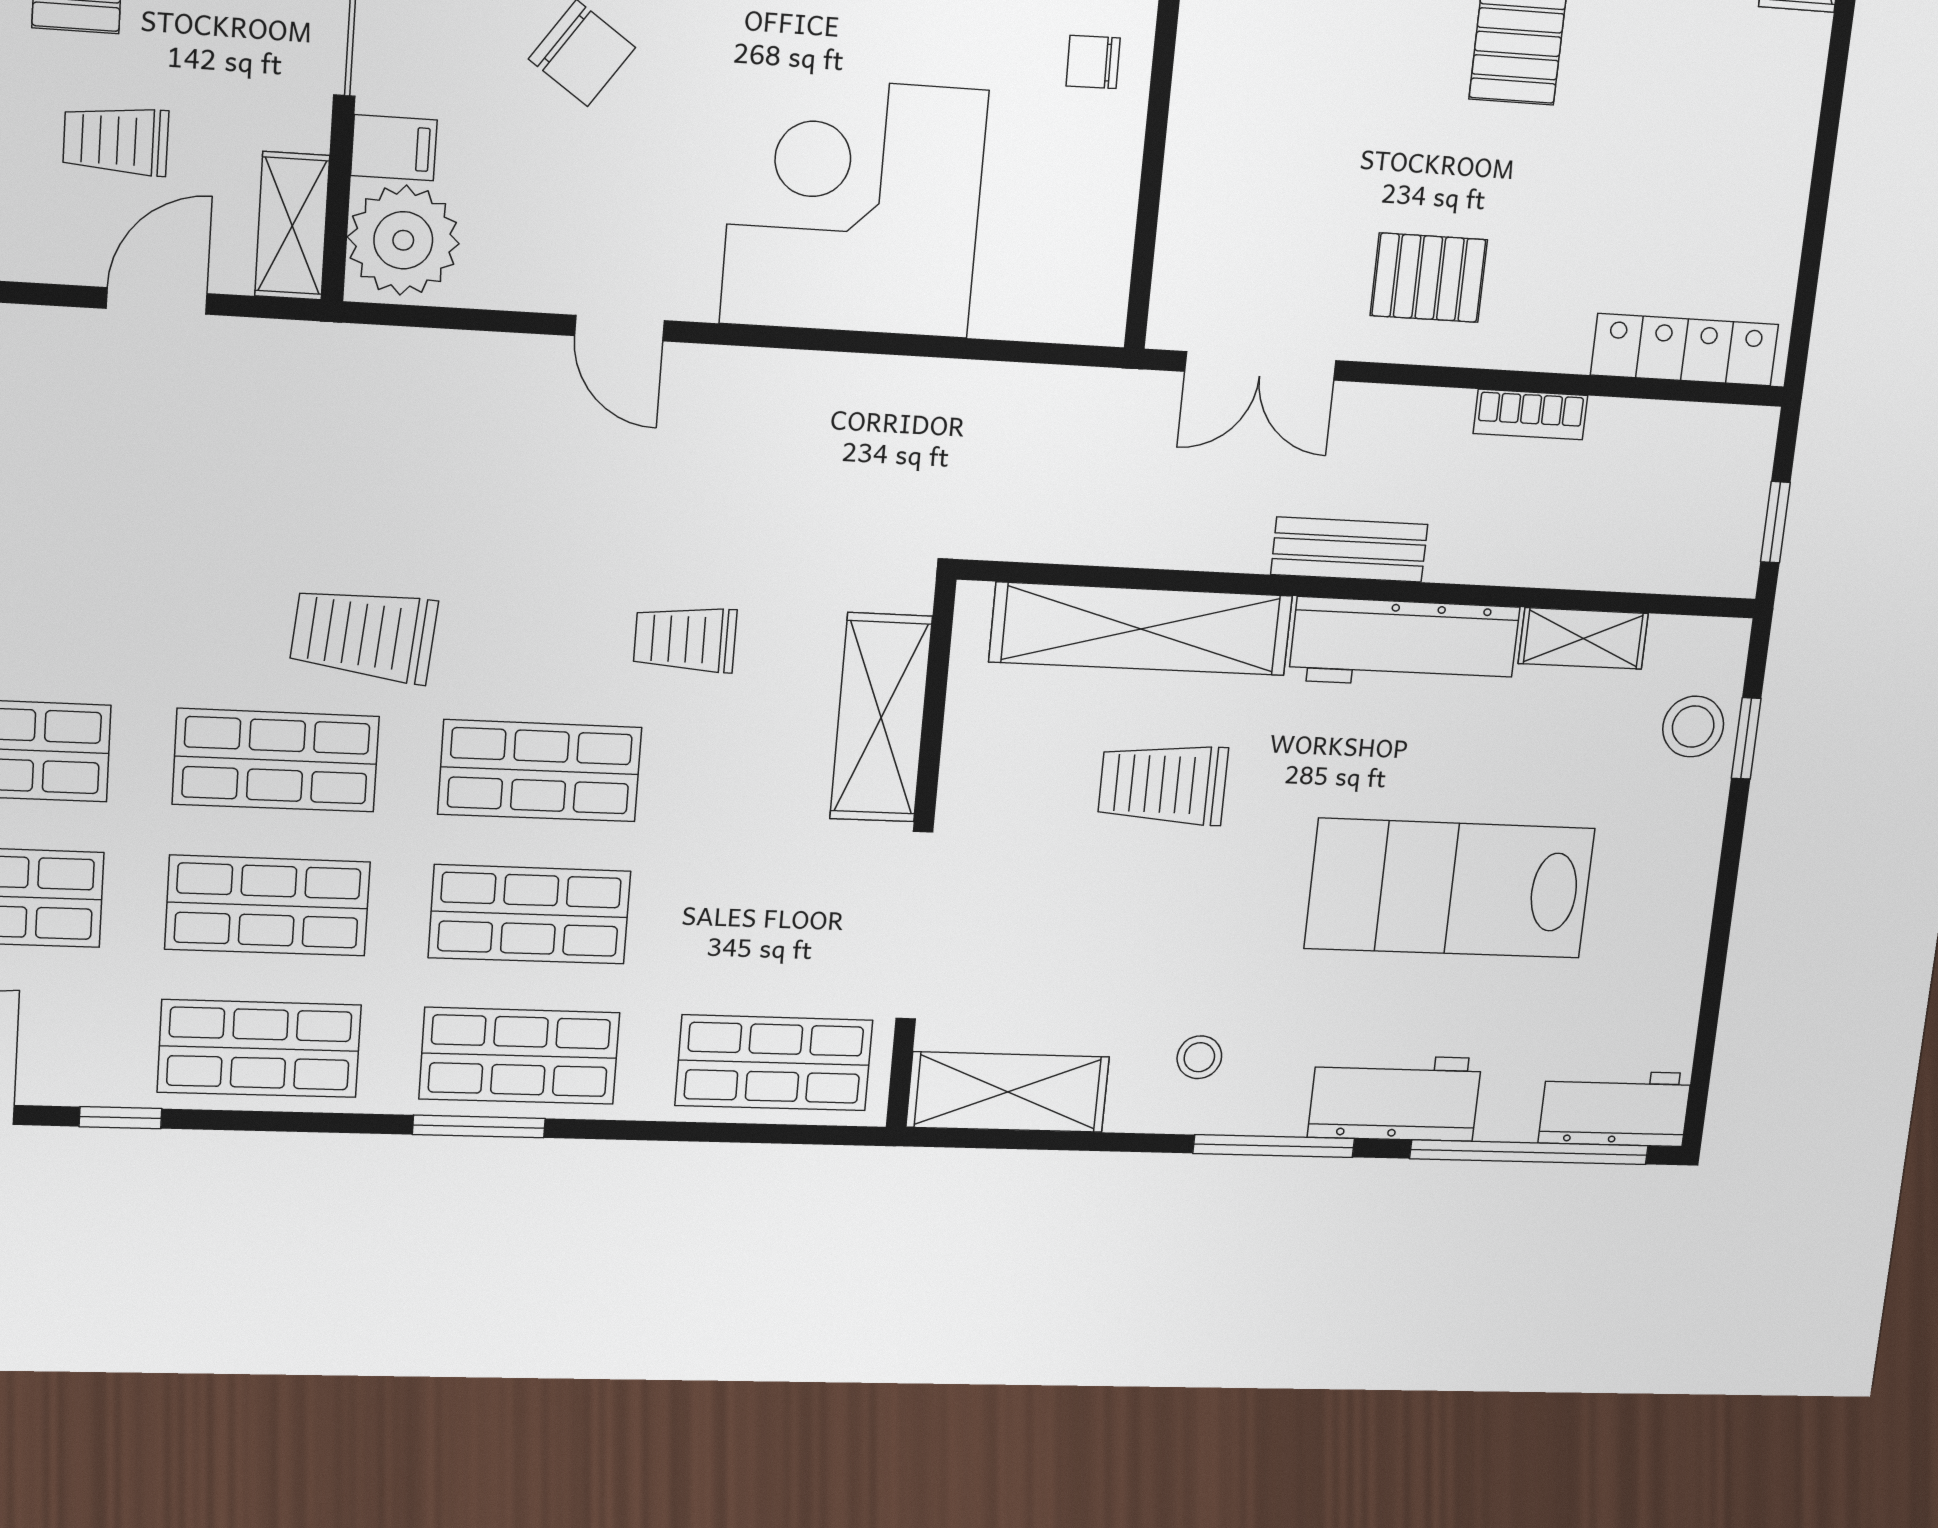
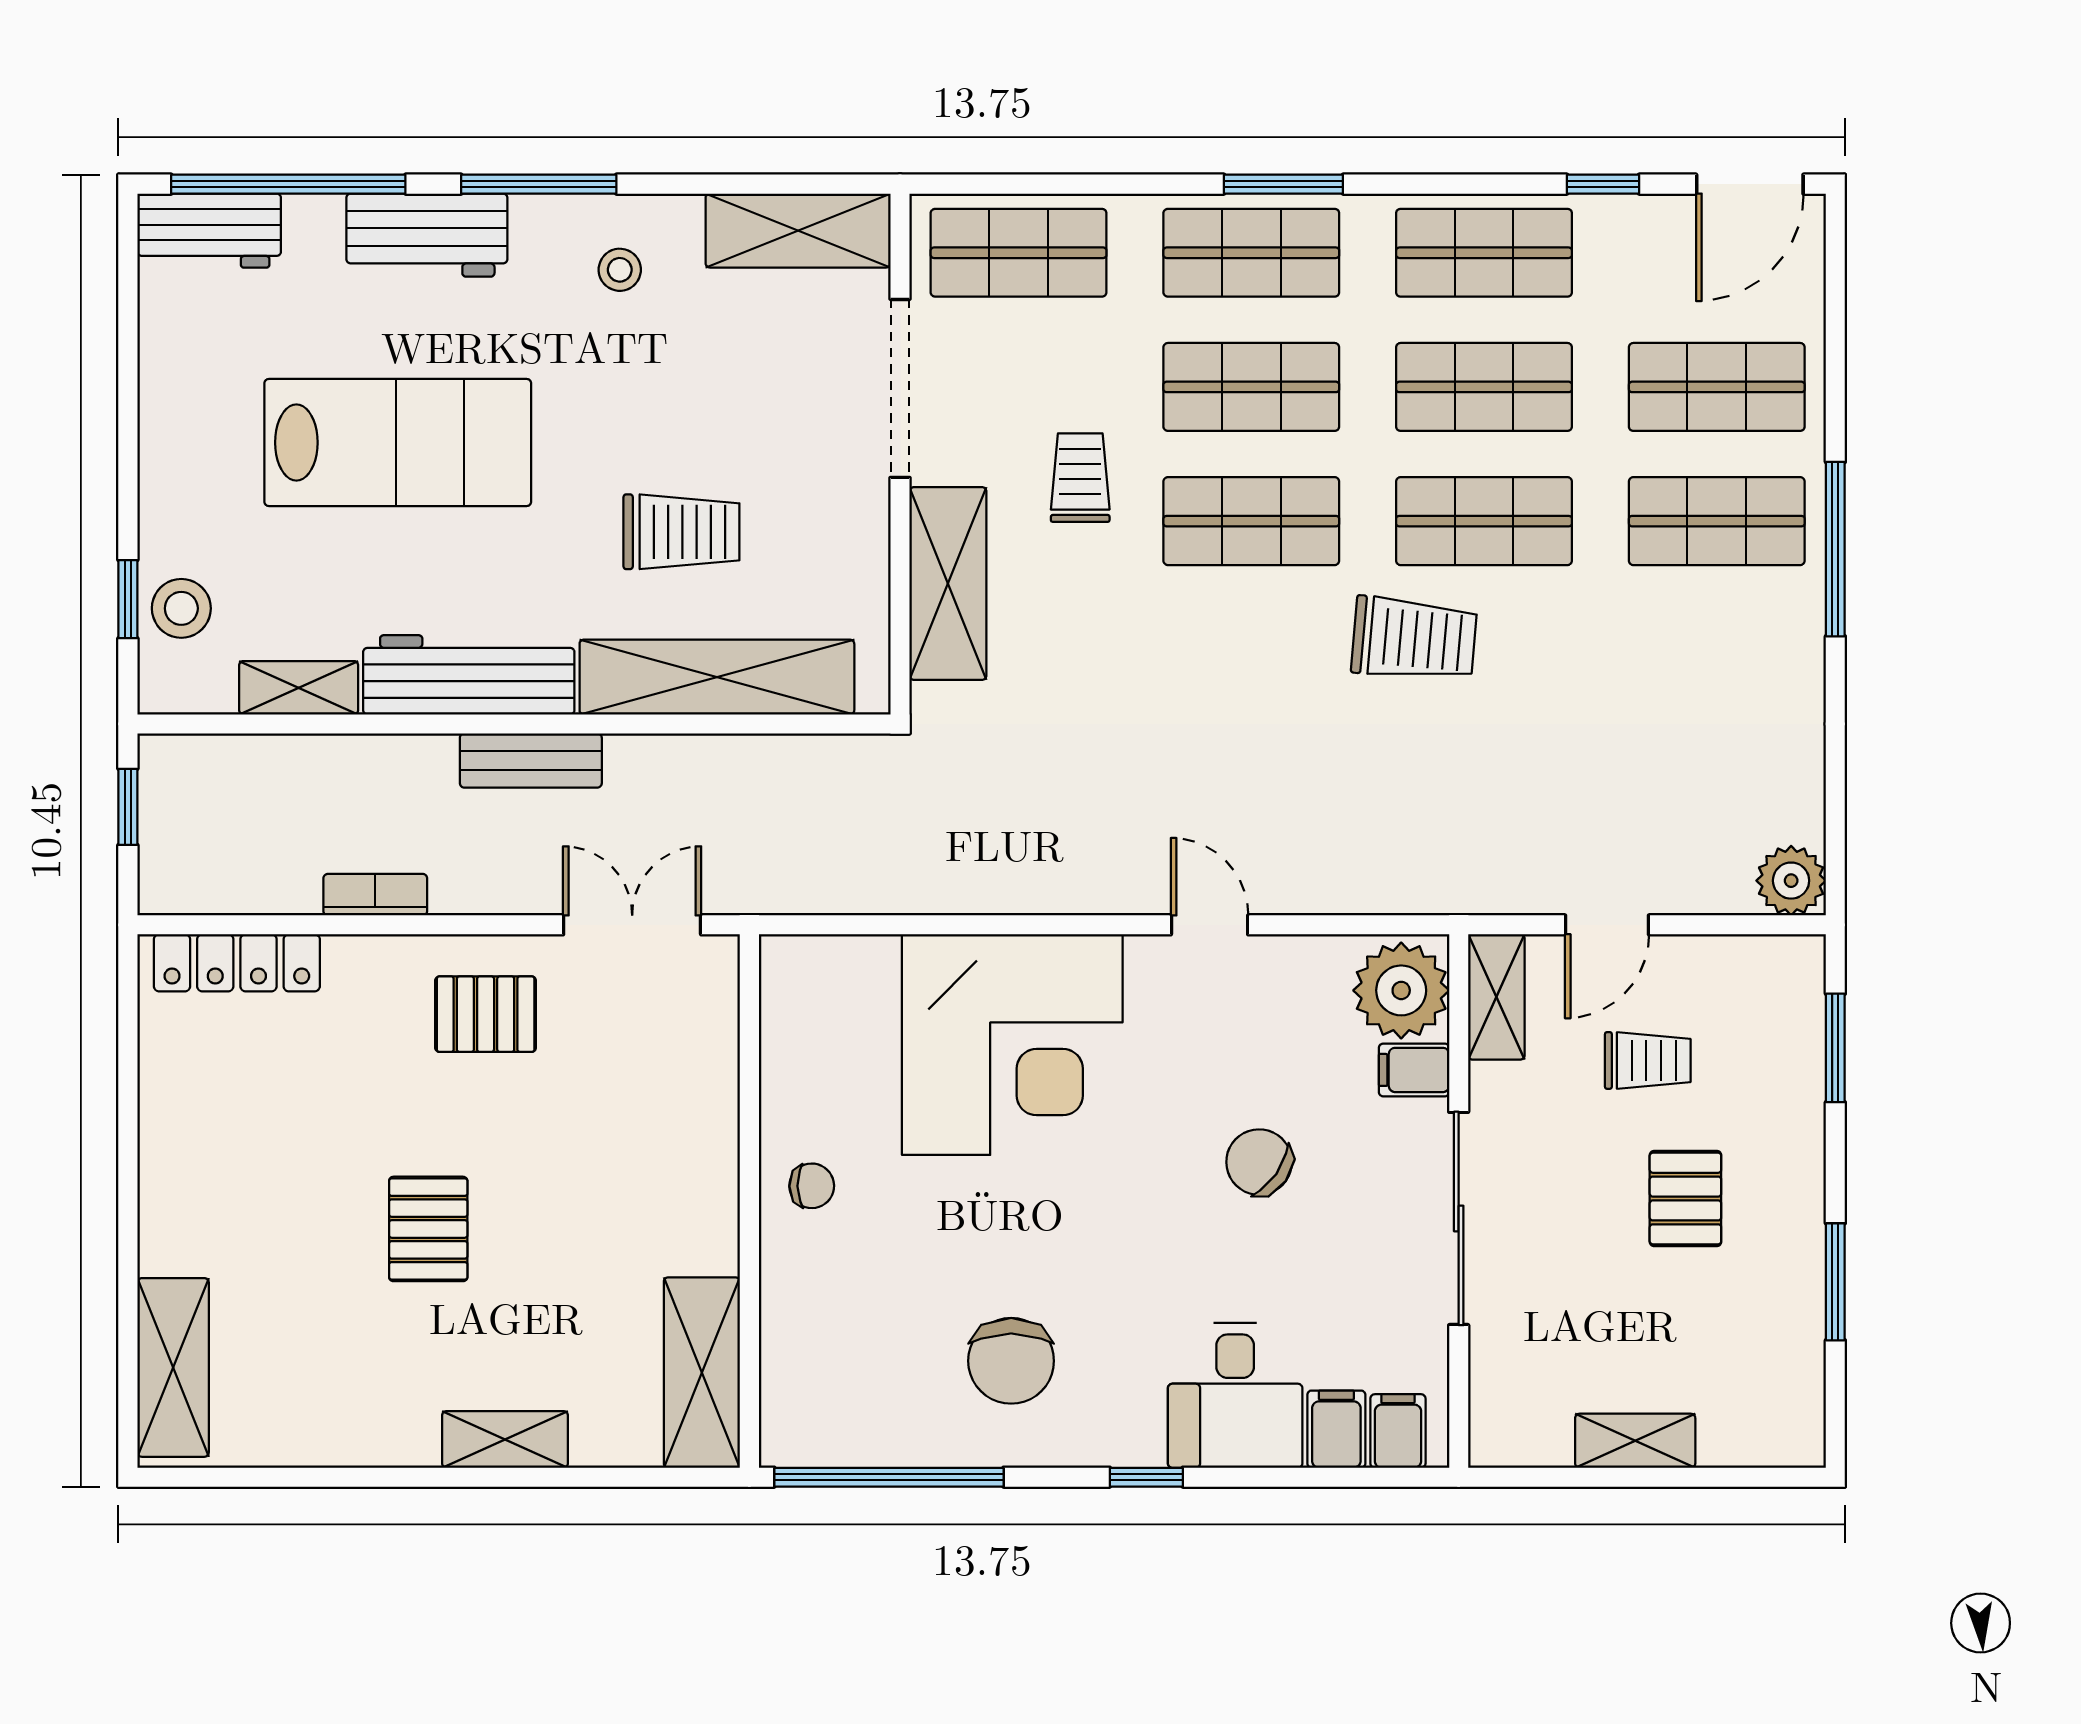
trolley: (685, 639) -> (1080, 478), moved, turned -90

